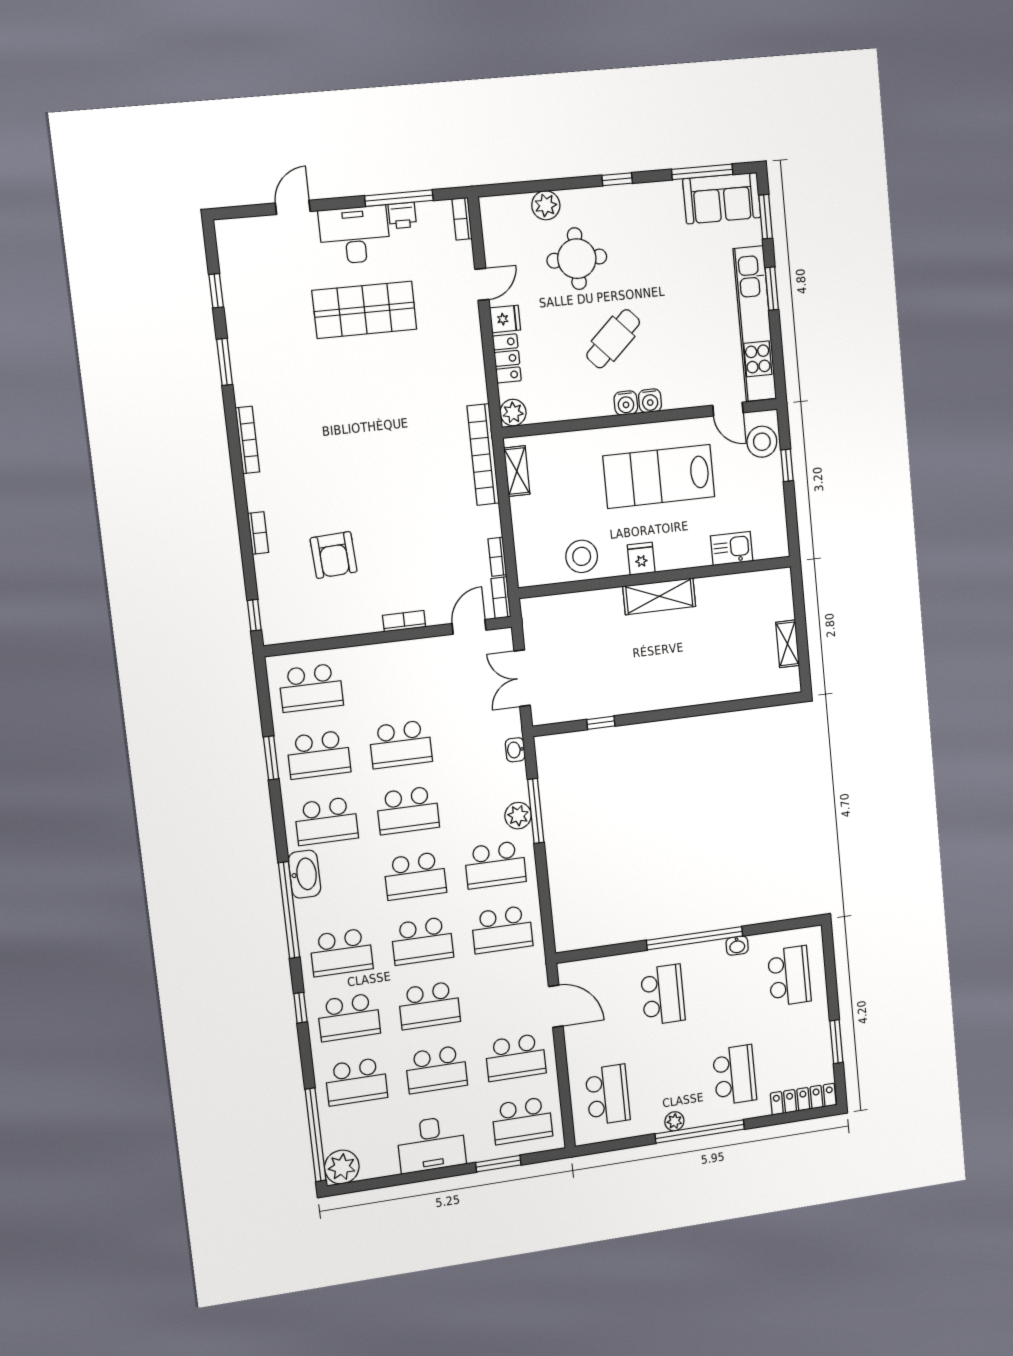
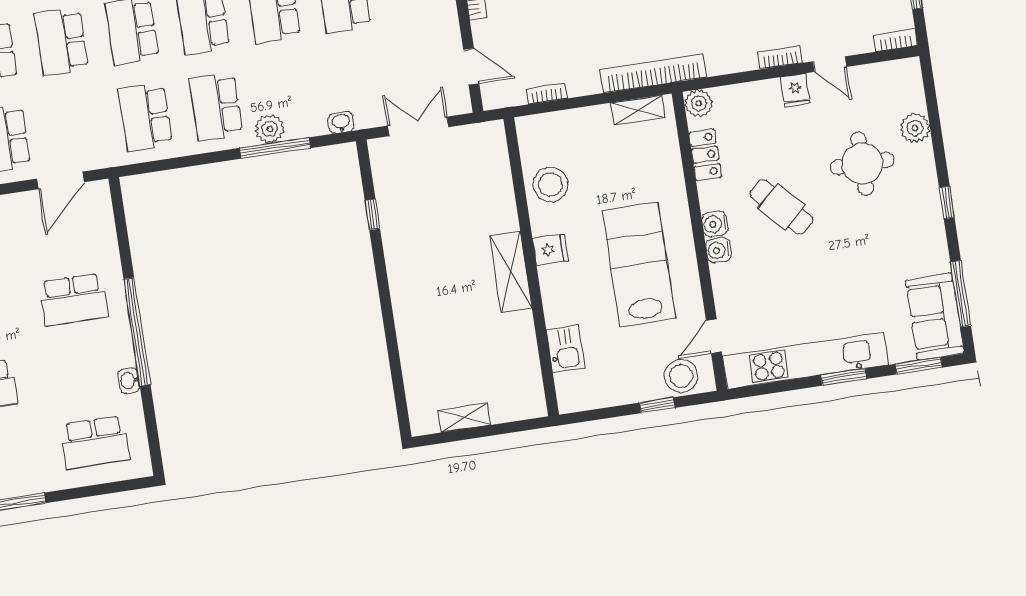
locker: (507, 358) -> (705, 155), moved, turned -90
bookcase: (501, 598) -> (780, 58), moved

